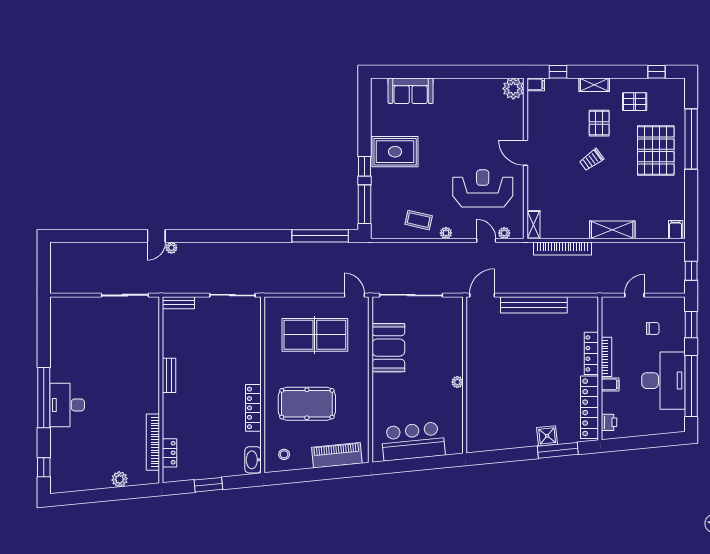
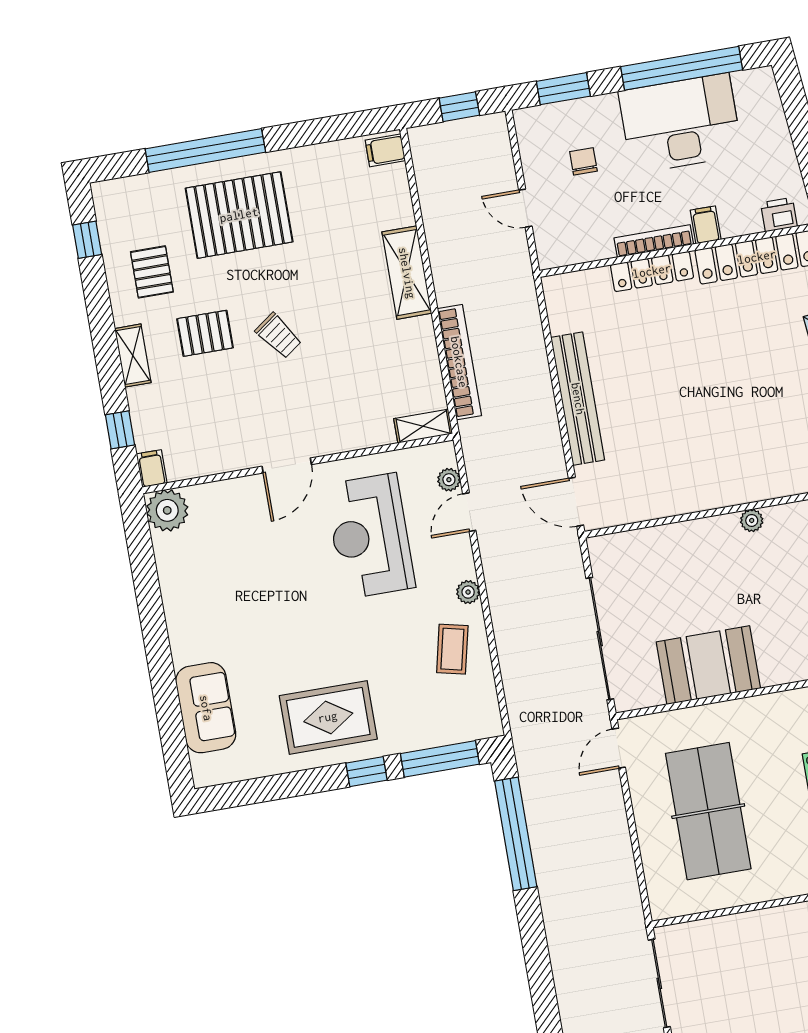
rug: (395, 152) -> (328, 717), turned 90

